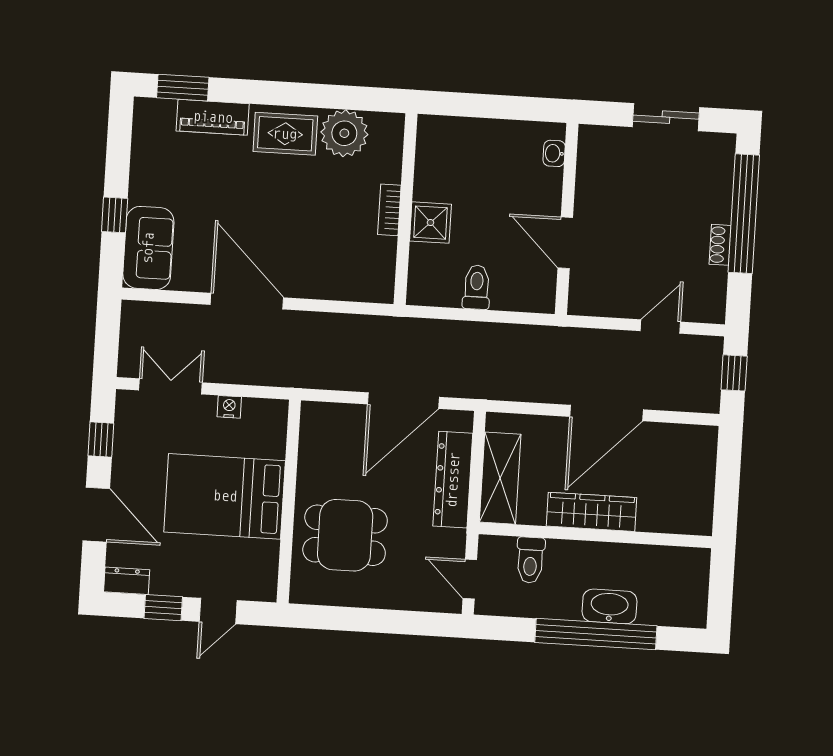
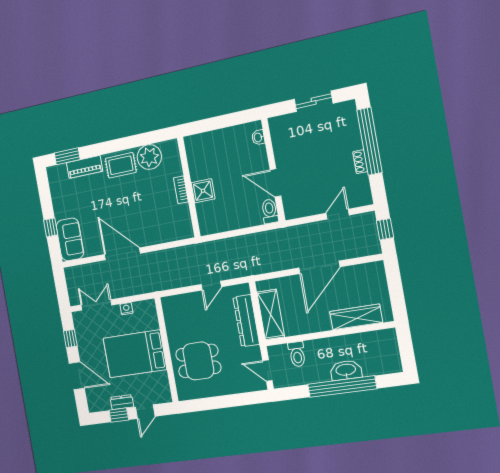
toilet: (477, 287) -> (270, 211), moved
door: (403, 401) -> (211, 286), width x0.53
wardrobe: (592, 512) -> (356, 317), moved
dresser: (127, 581) -> (122, 402), moved

